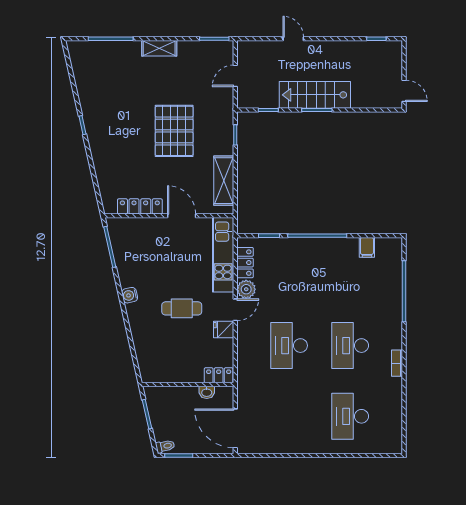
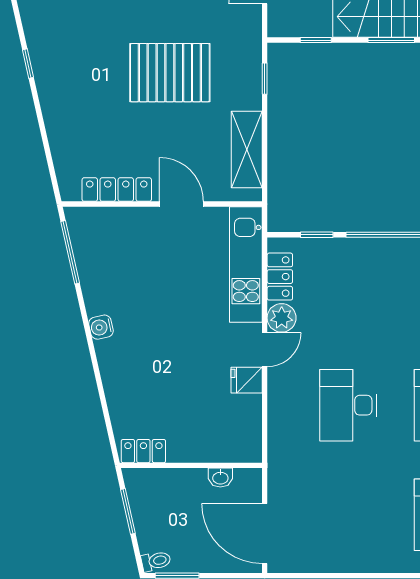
pallet: (174, 131) -> (170, 73), turned 90
cafe table: (182, 308) -> (182, 348), removed
locker: (219, 375) -> (143, 451), moved

